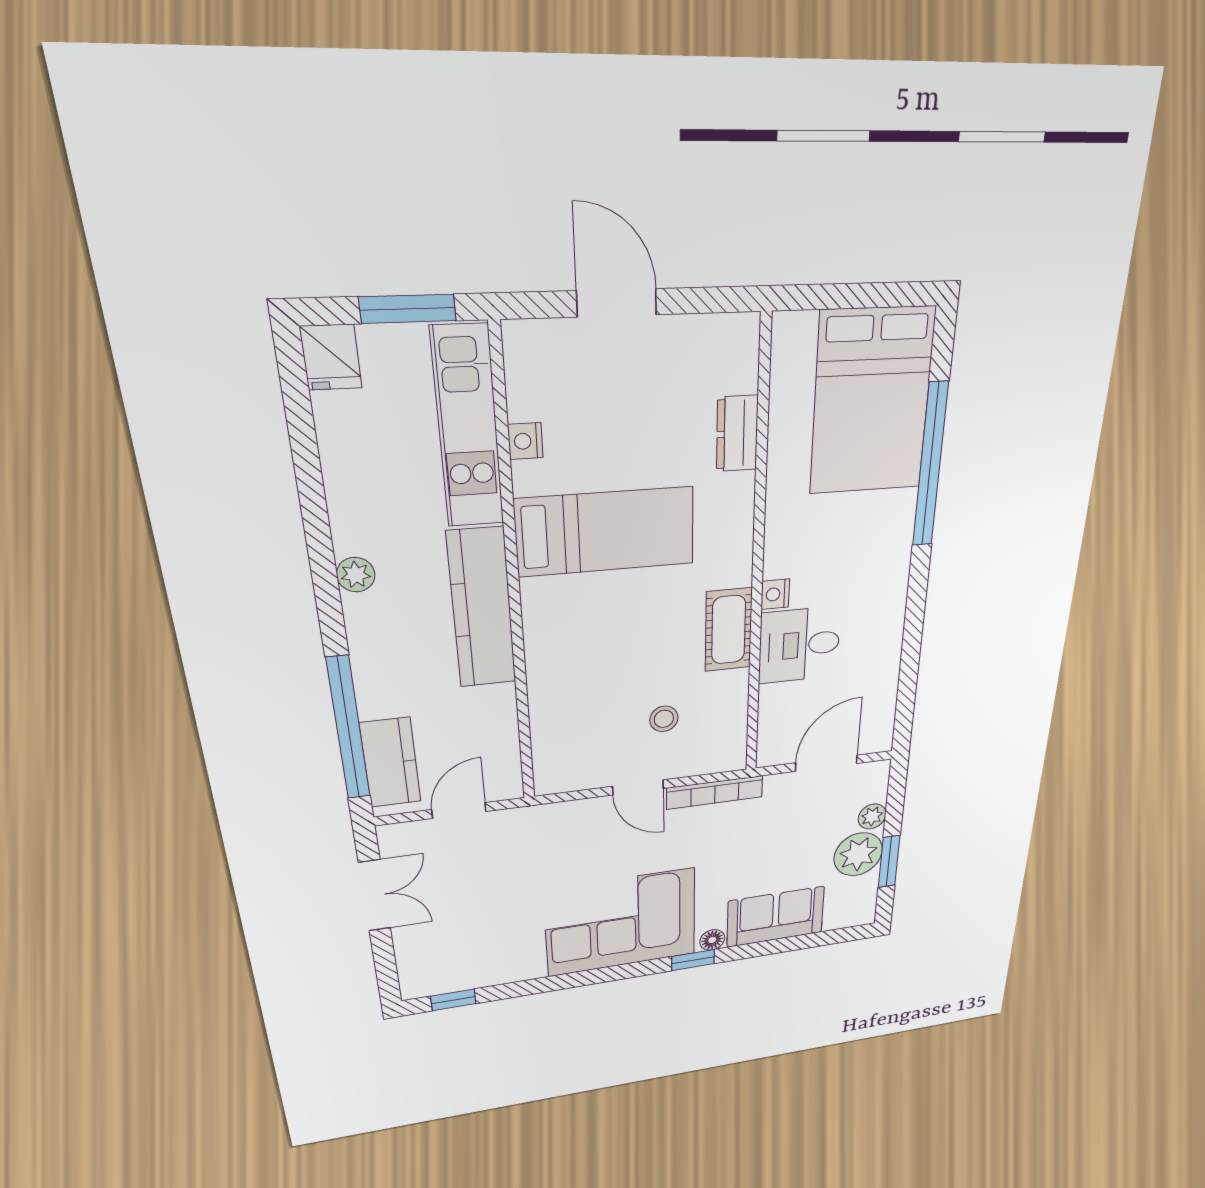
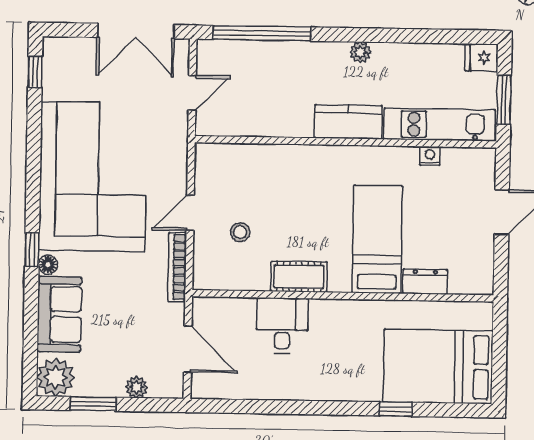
window: (930, 465) -> (396, 409), width x0.32
bed: (606, 532) -> (377, 239), moved, turned 180
nightstand: (775, 594) -> (320, 308), removed
kitchen counter: (482, 609) -> (348, 122), width x0.67
kitchen counter: (391, 763) -> (235, 55), removed
door: (459, 810) -> (192, 93), hinge flipped
plant: (858, 854) -> (56, 377), moved
double door: (375, 895) -> (136, 31), width x1.37
corner sofa: (621, 923) -> (93, 177), width x1.36, depth x1.36

